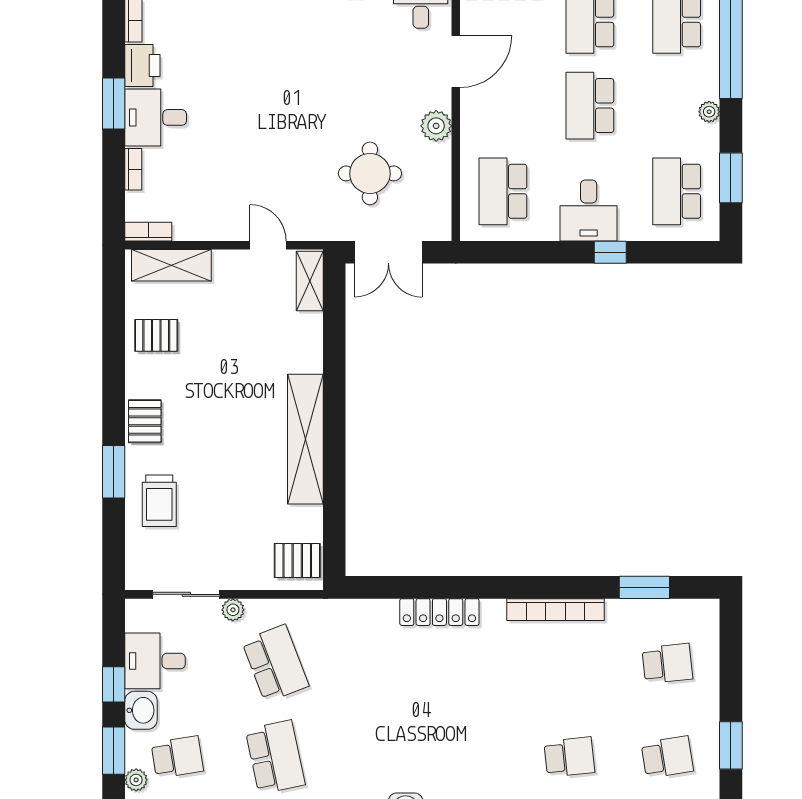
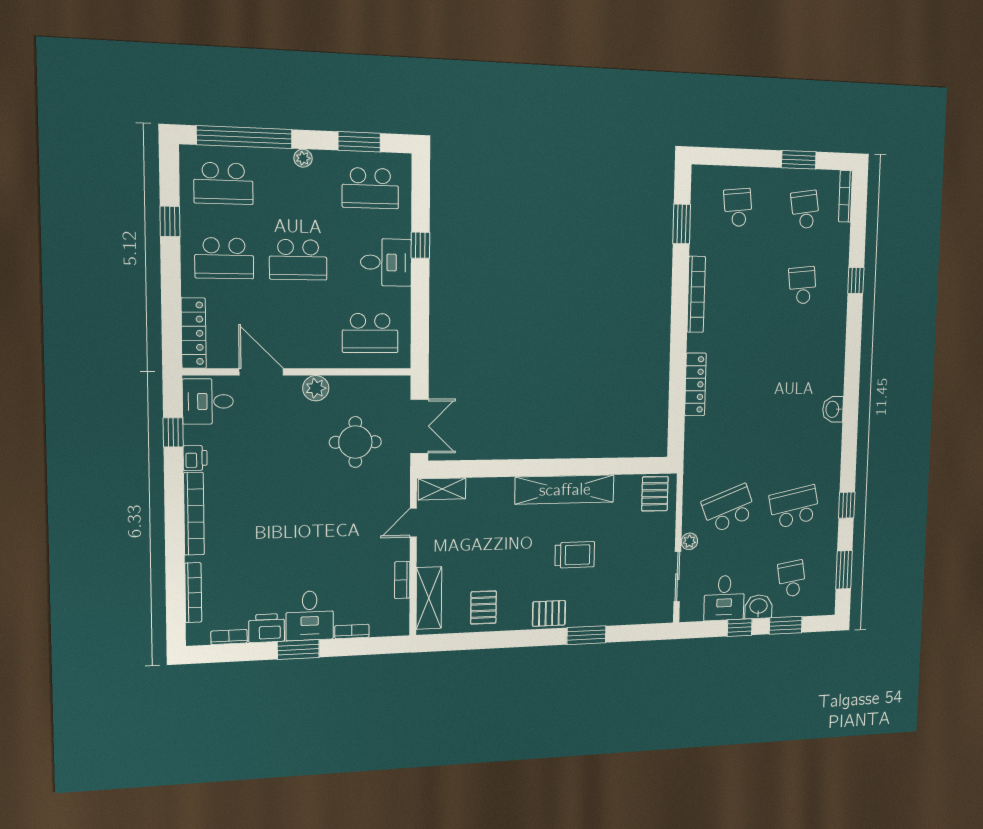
bookcase: (148, 232) -> (402, 580), moved
trolley: (159, 501) -> (575, 555), moved
plant: (136, 780) -> (806, 608), removed

